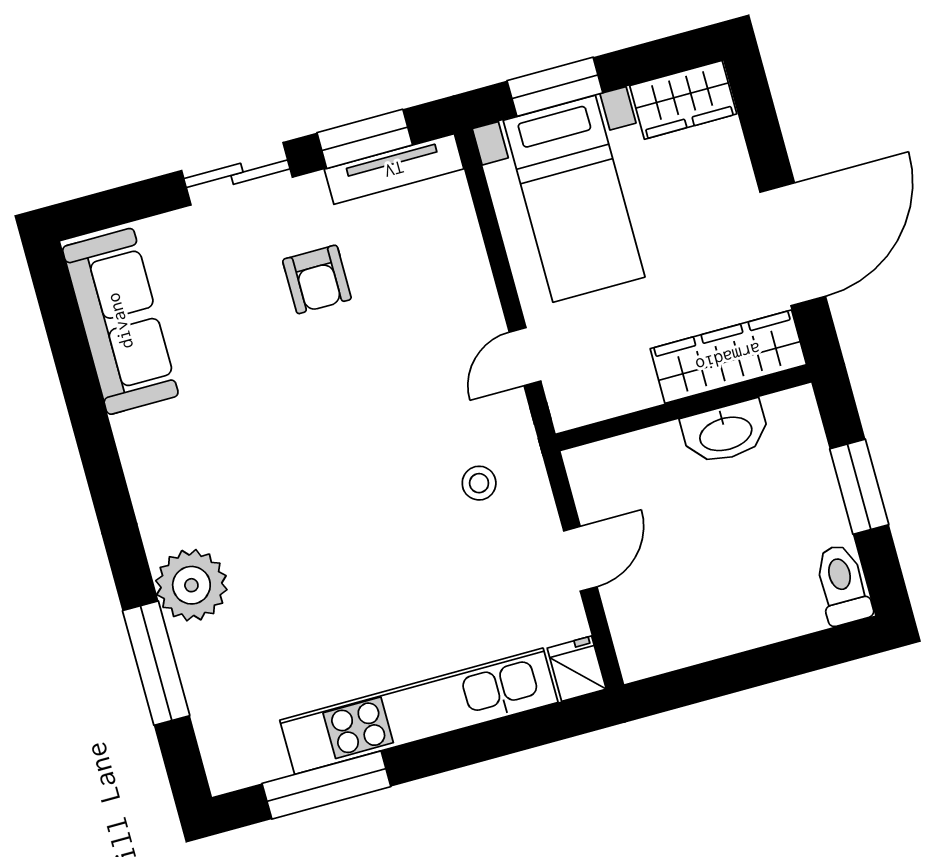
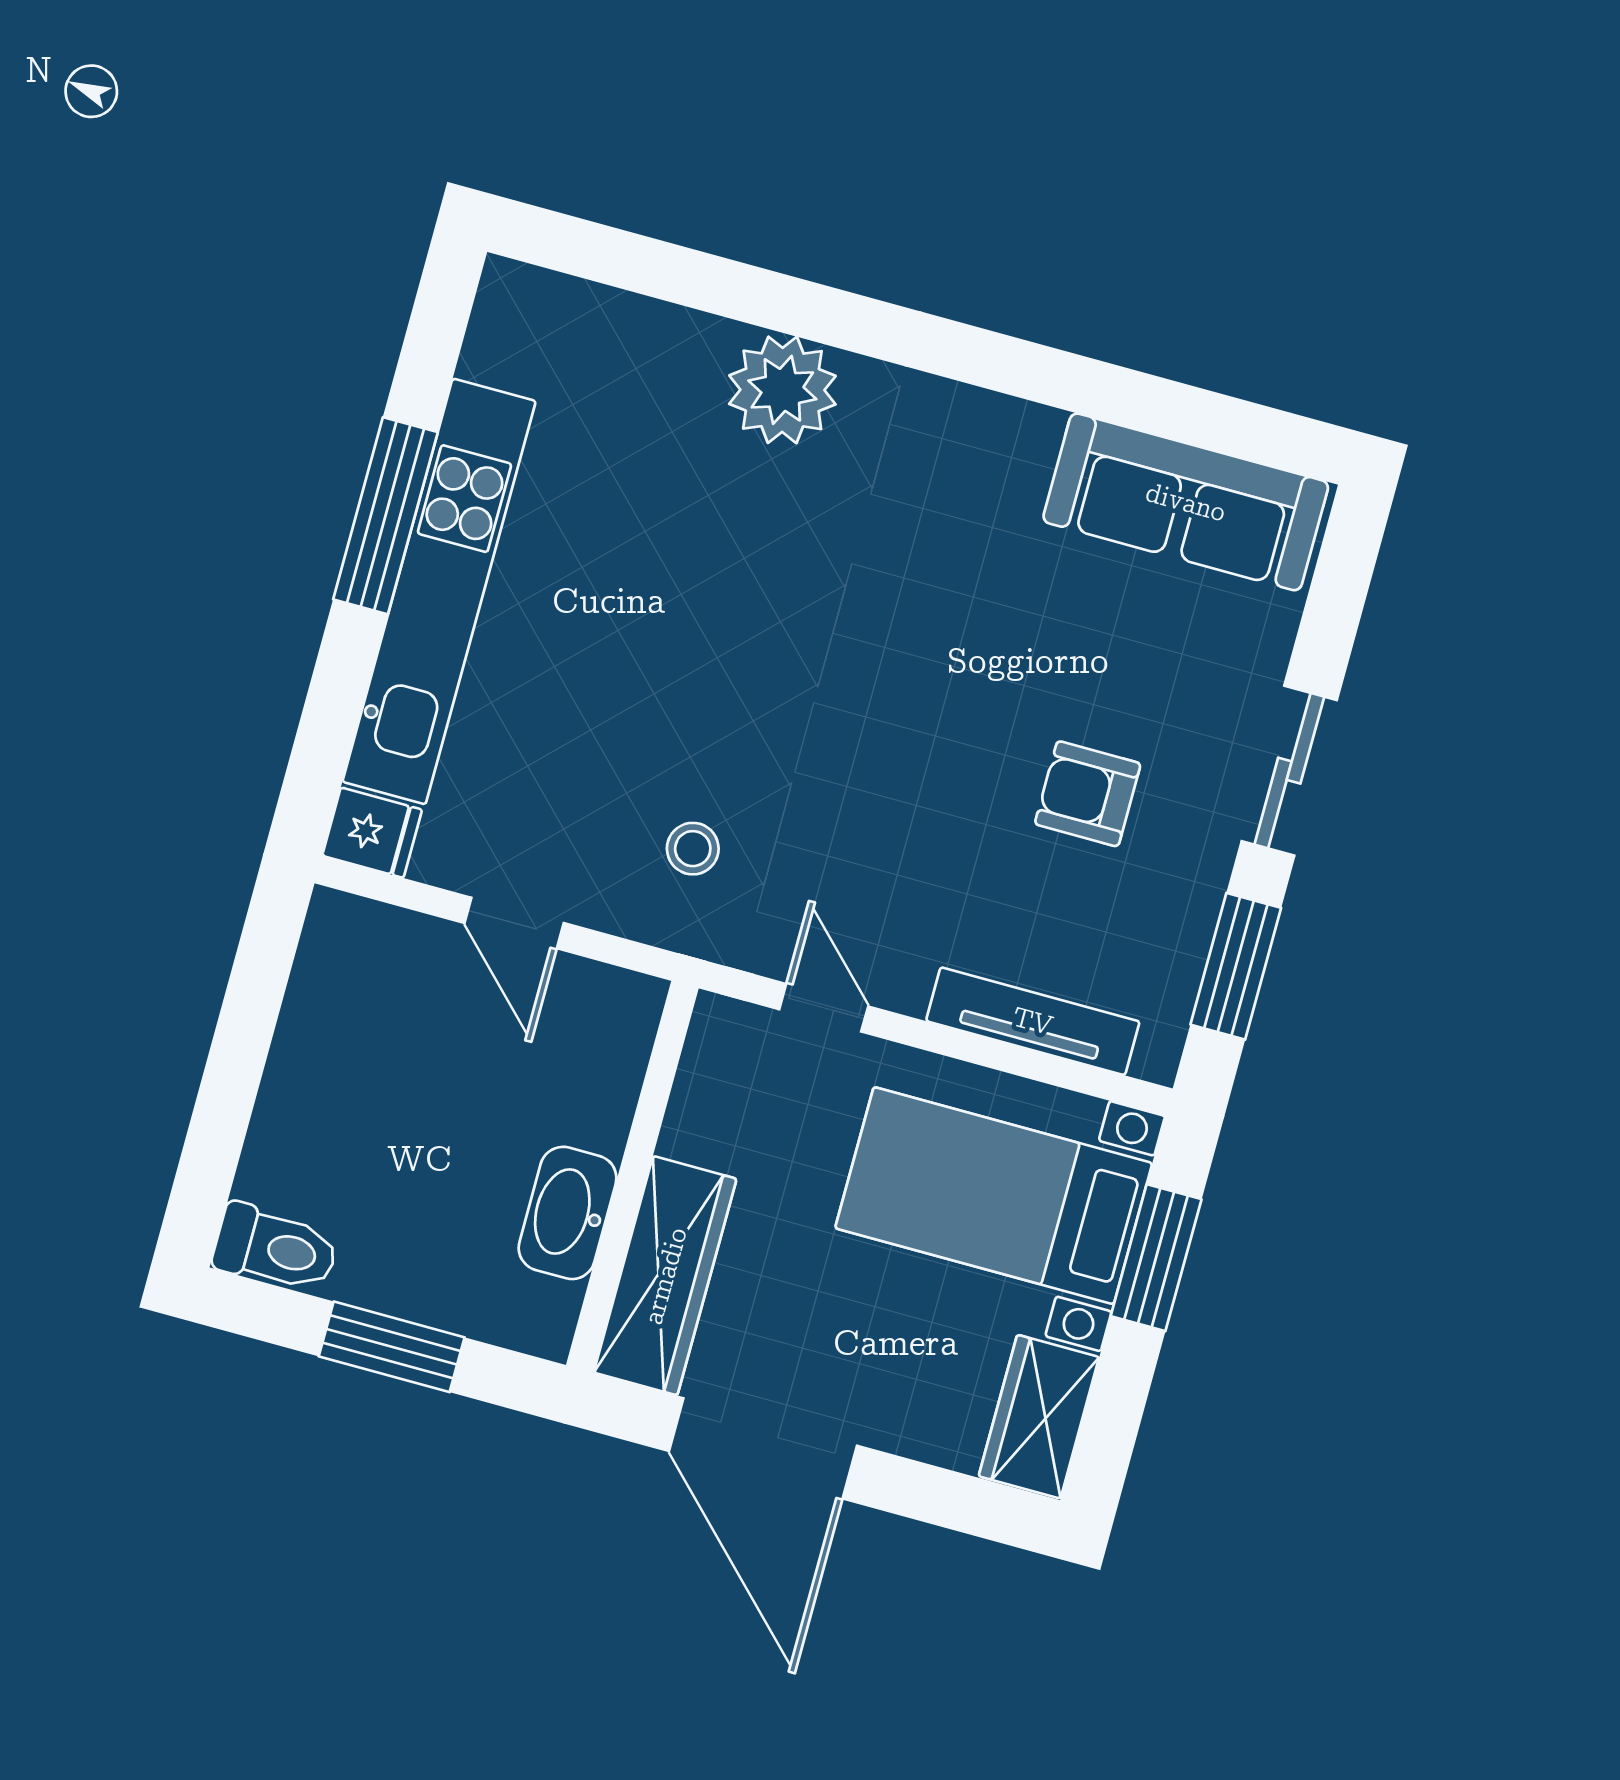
tv unit: (394, 169) -> (1033, 1021), moved, turned 90
window: (156, 663) -> (707, 283), removed
window: (326, 785) -> (385, 516), moved

